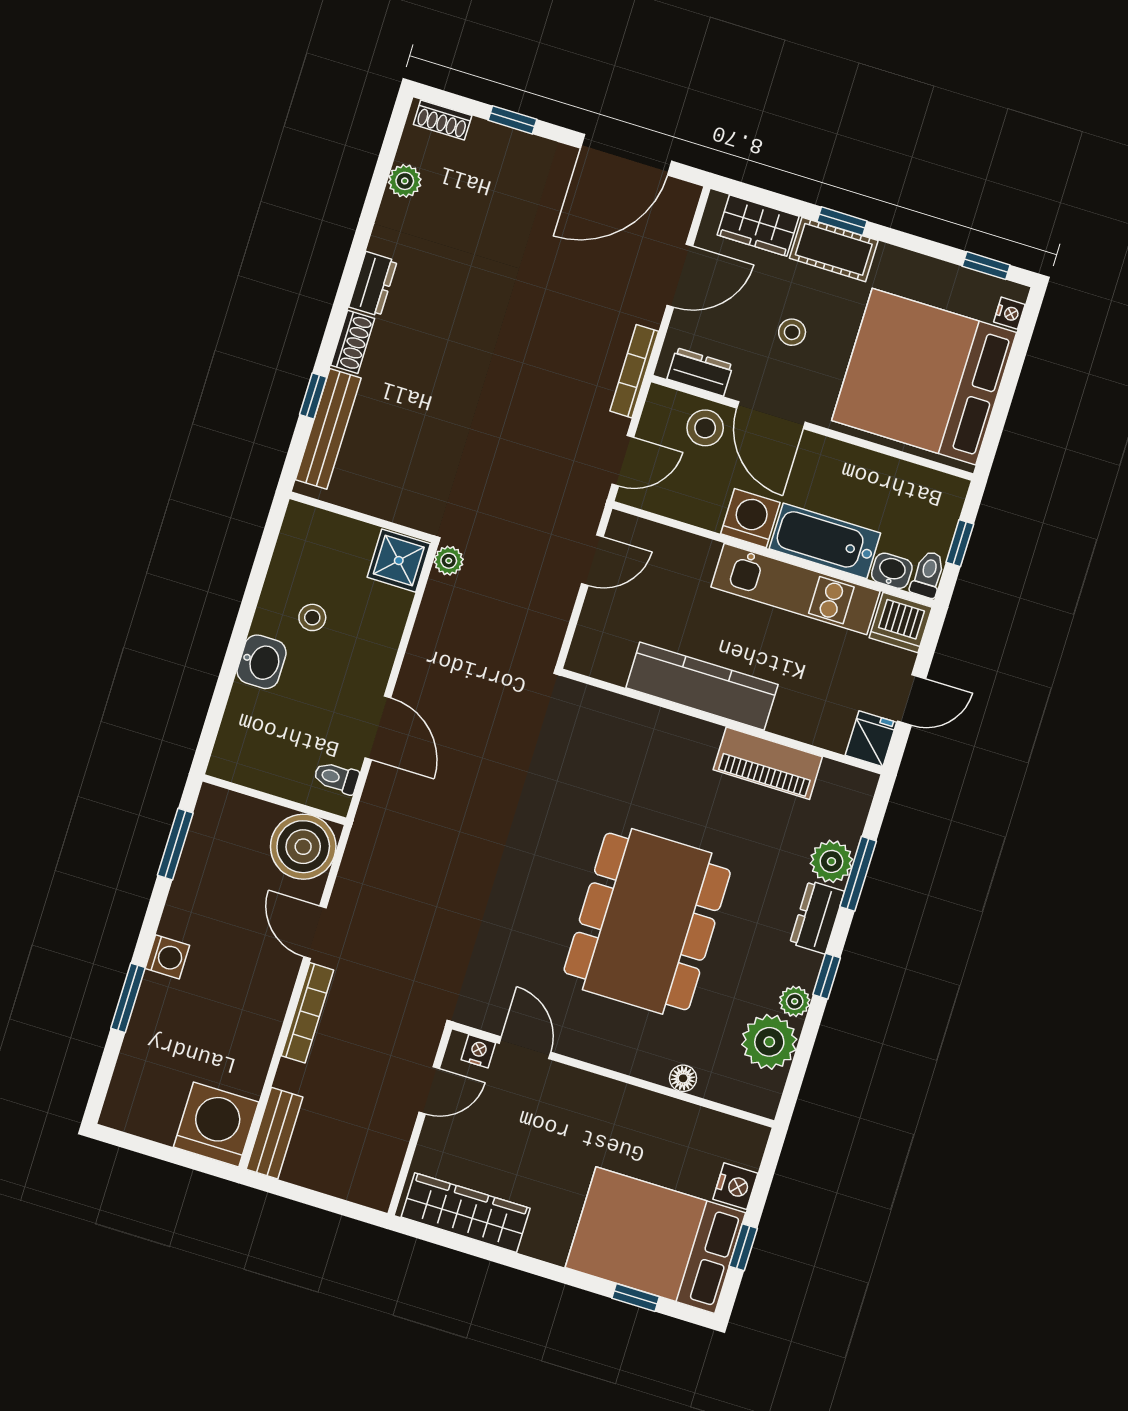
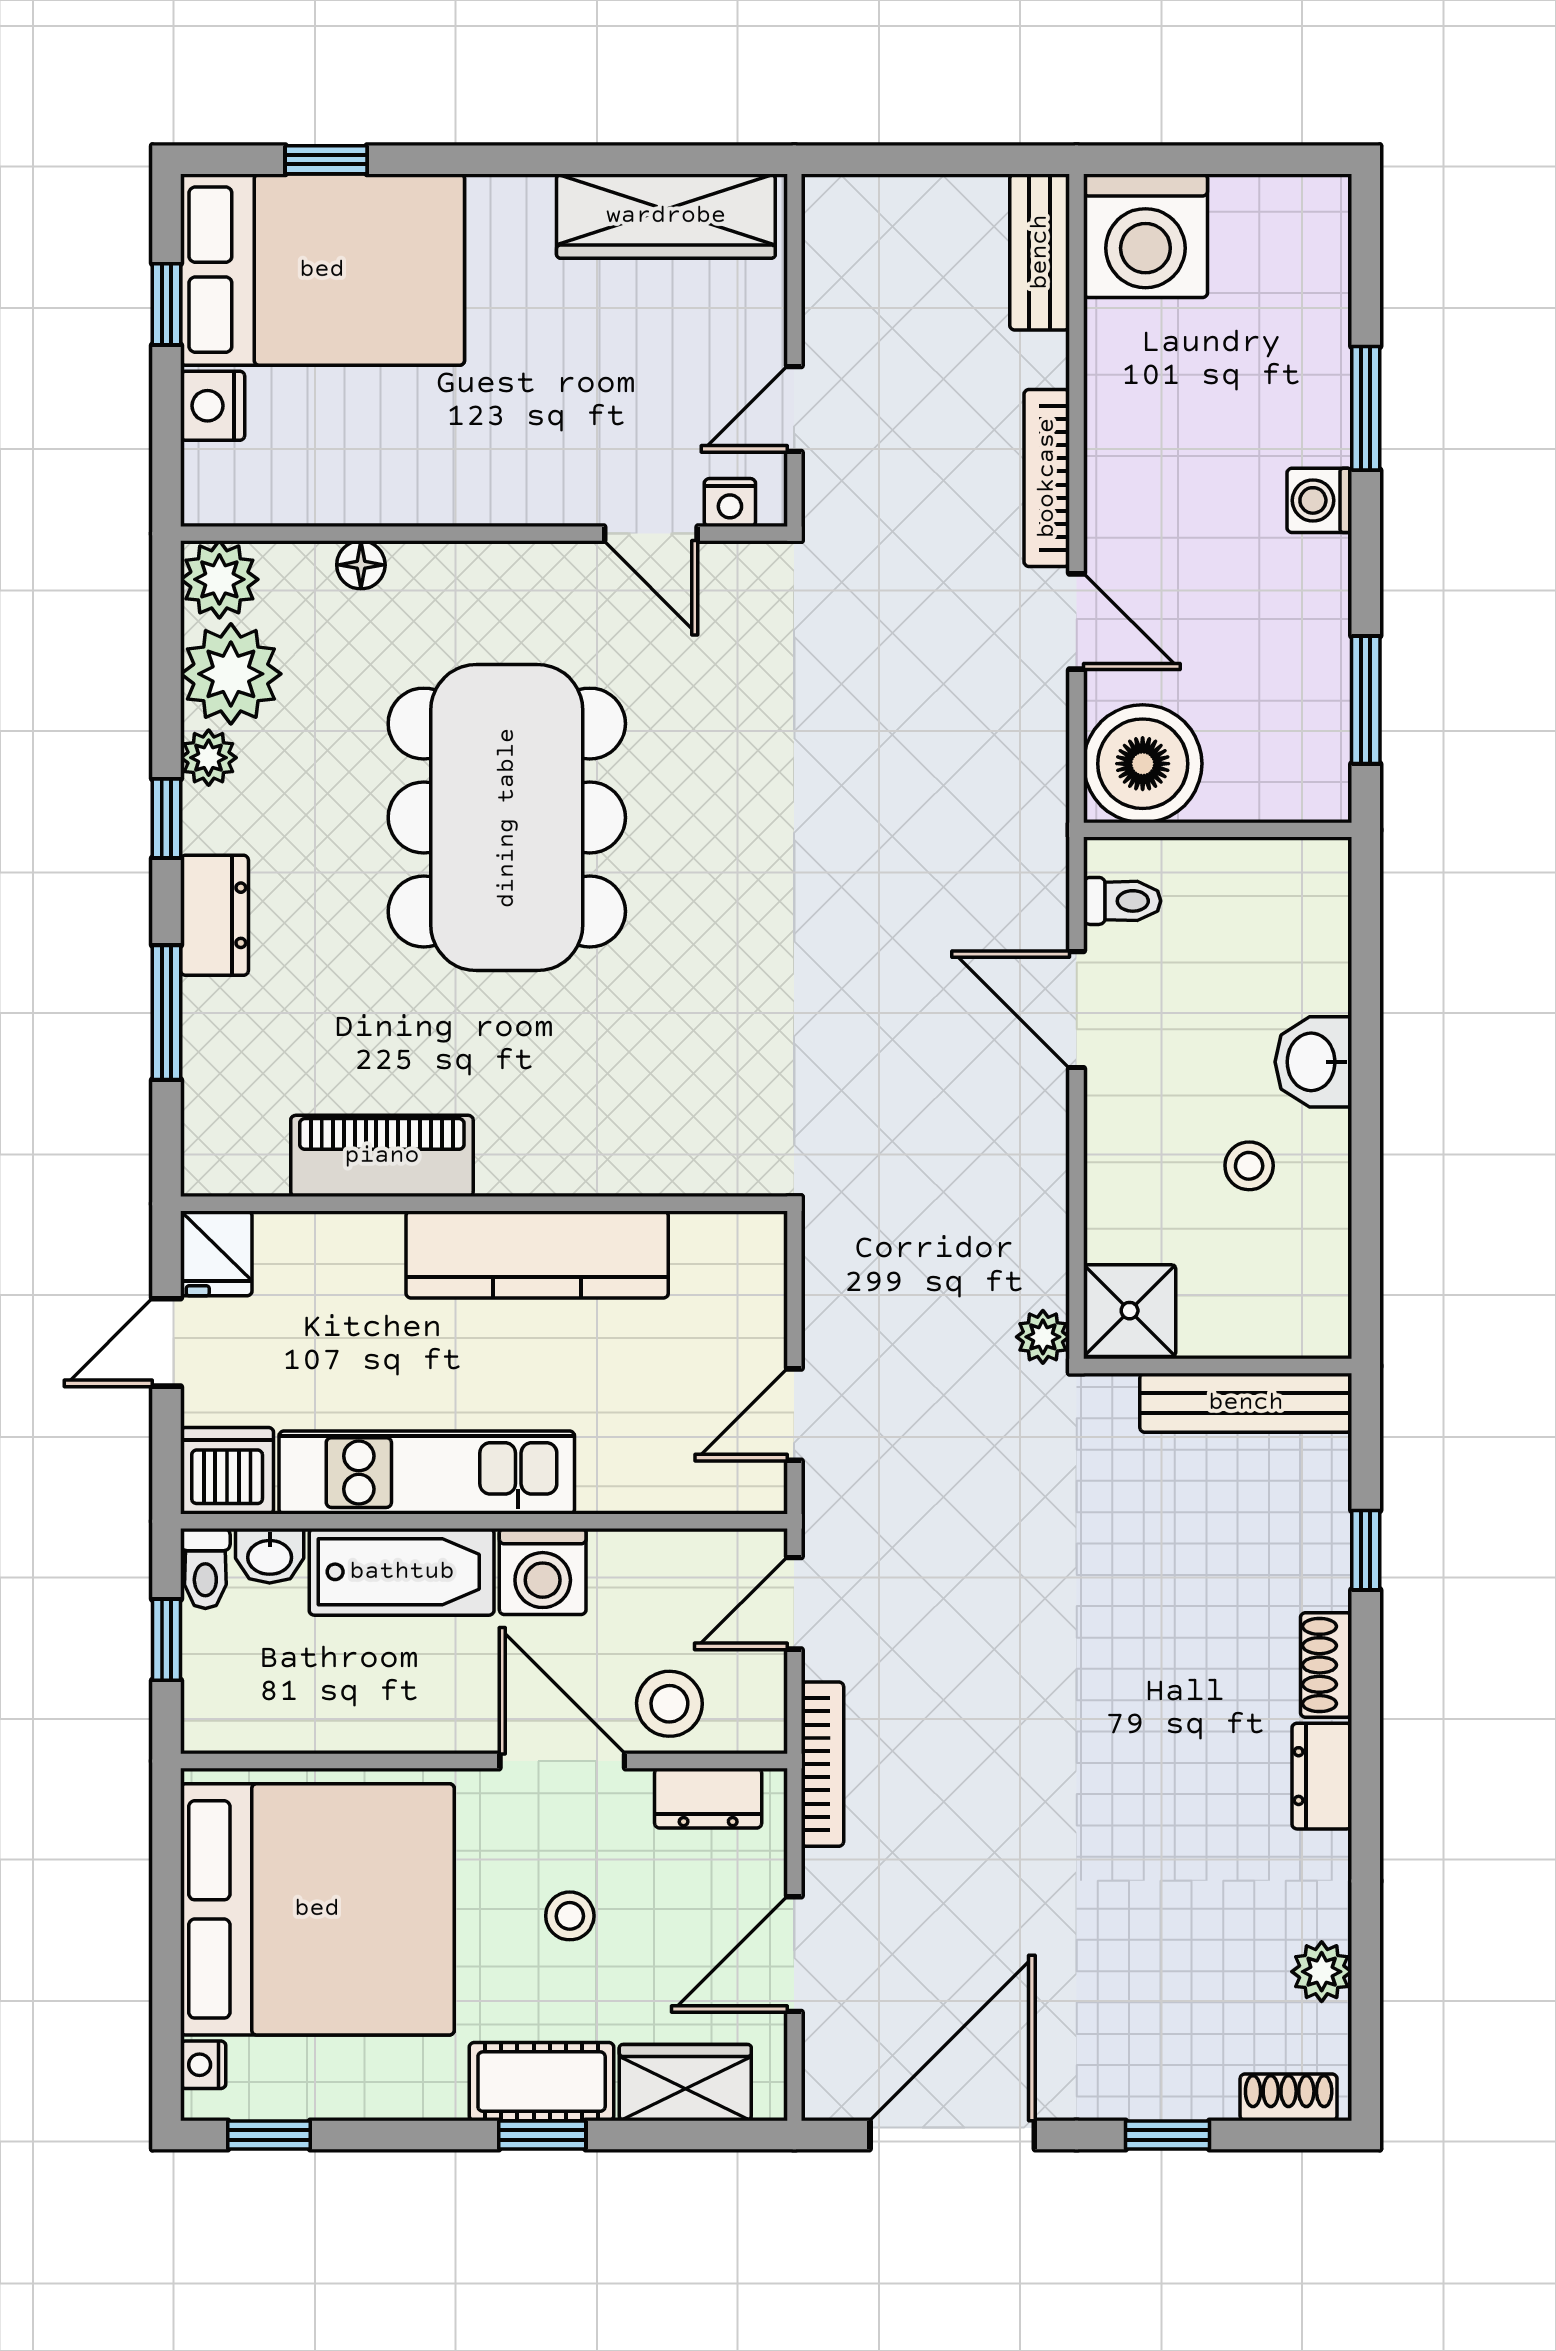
bench: (328, 429) -> (1246, 1403), moved, turned 90
plant: (831, 861) -> (219, 579), moved

